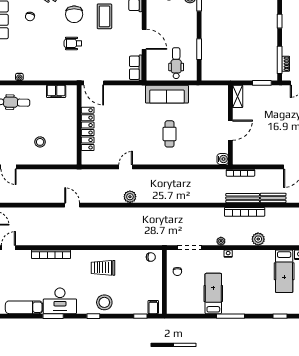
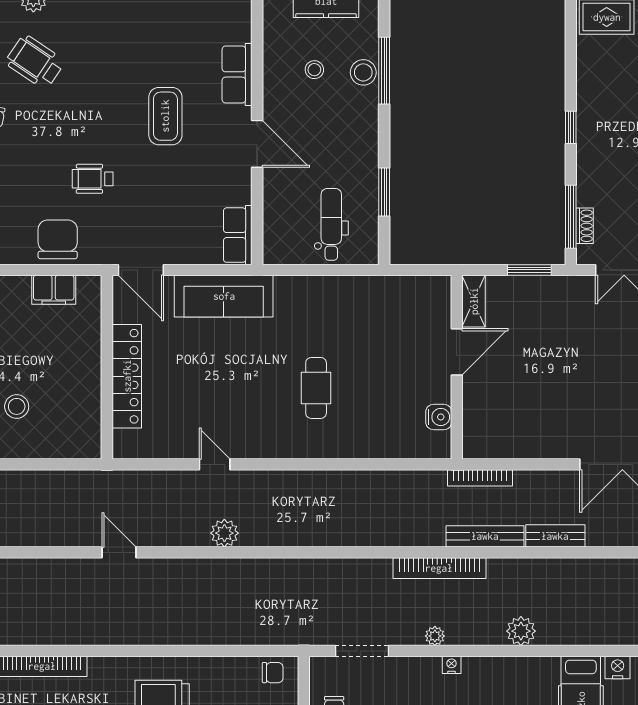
chair: (74, 14) -> (58, 239), moved, turned 180
door: (144, 39) -> (257, 144), moved
sofa: (167, 94) -> (224, 296), moved
door: (230, 130) -> (457, 352), moved
water cooler: (223, 159) -> (439, 417), moved
door: (126, 167) -> (215, 464), hinge flipped
door: (72, 205) -> (119, 552), moved
bookcase: (245, 212) -> (439, 568), moved

